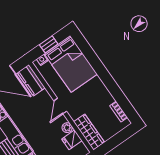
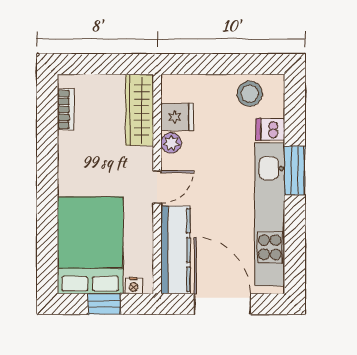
kitchen counter: (31, 80) -> (176, 250), width x1.50

